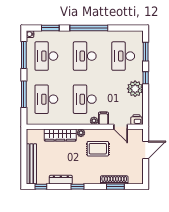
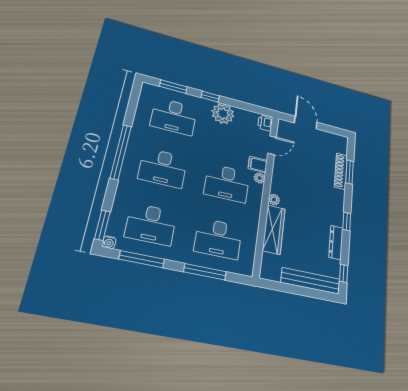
window: (50, 28) -> (102, 225), moved
rug: (98, 149) -> (298, 182), removed

